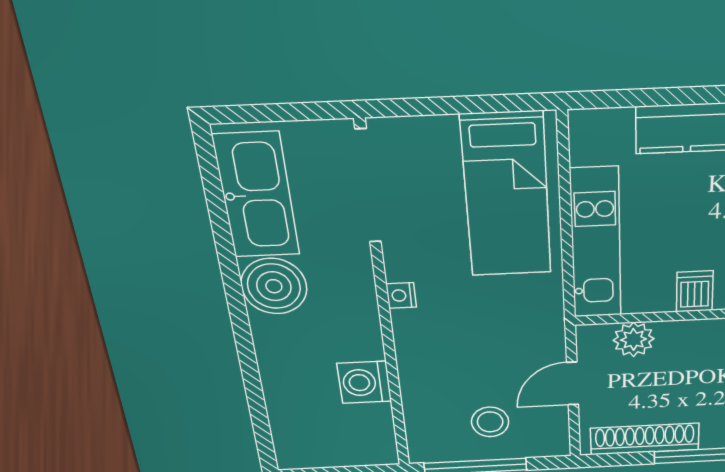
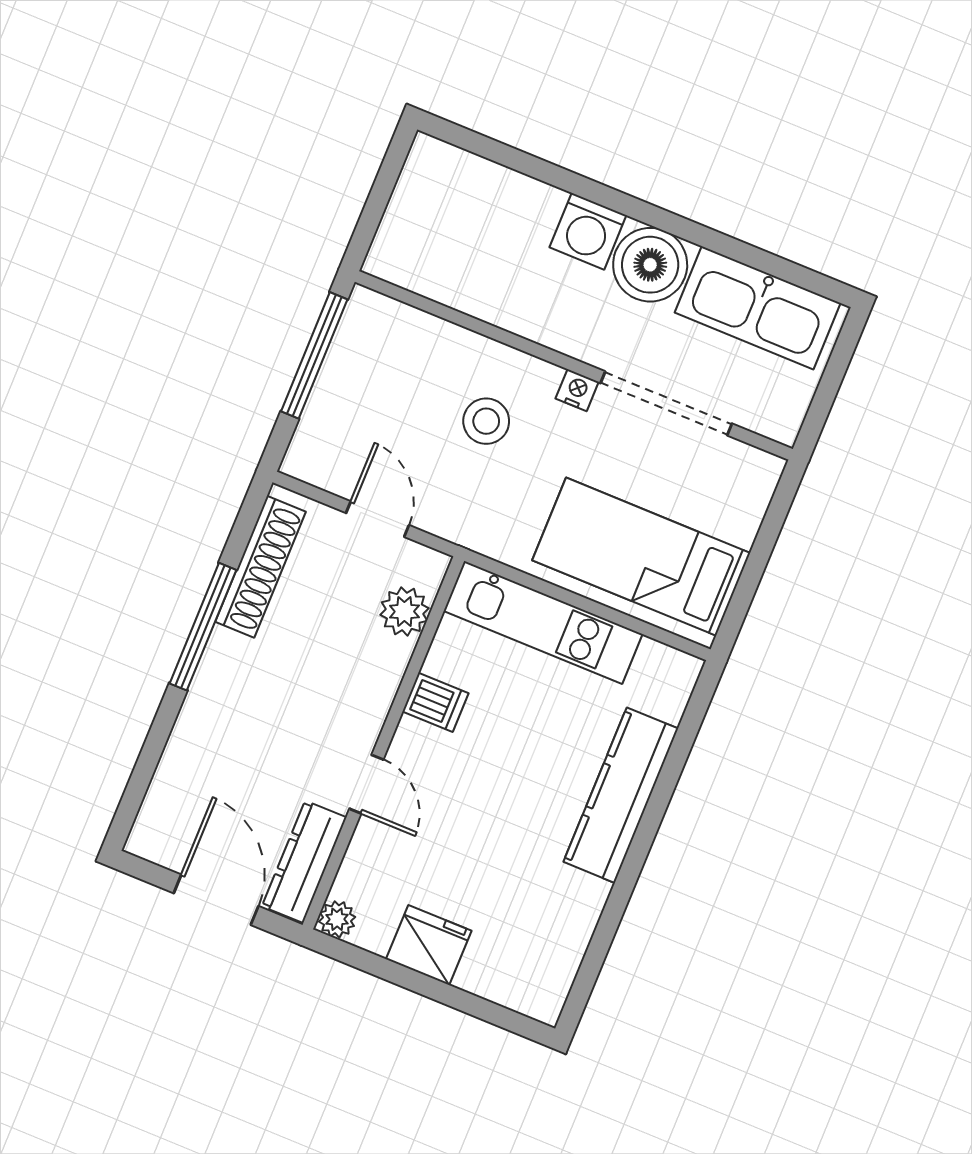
doorway: (368, 187) -> (666, 403), moved
washing machine: (364, 382) -> (588, 231), moved, turned 180
stool: (490, 422) -> (486, 421), moved

